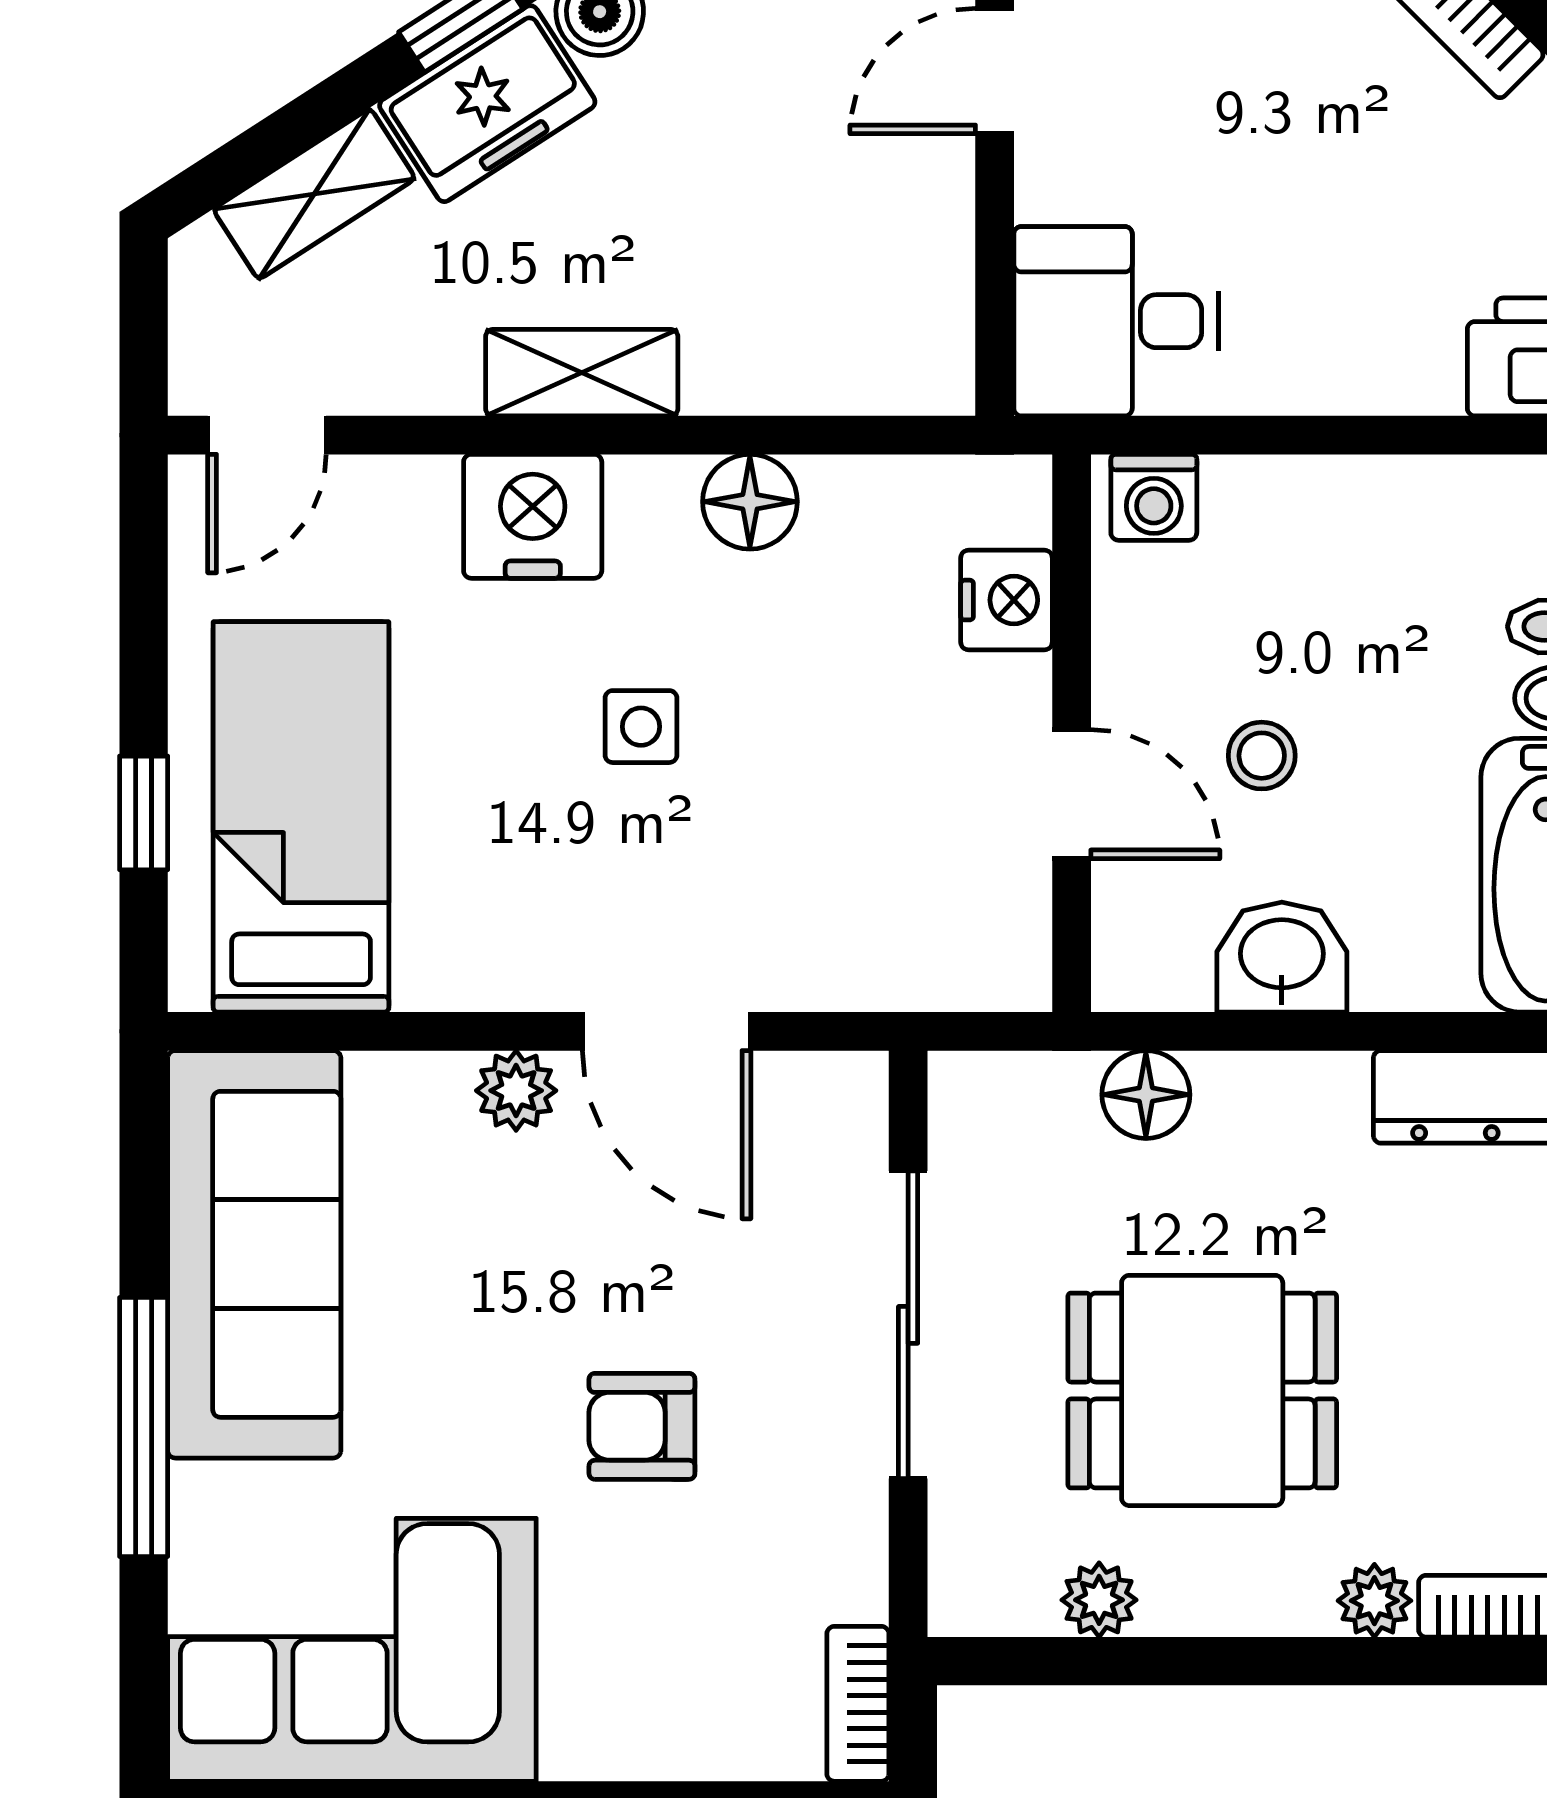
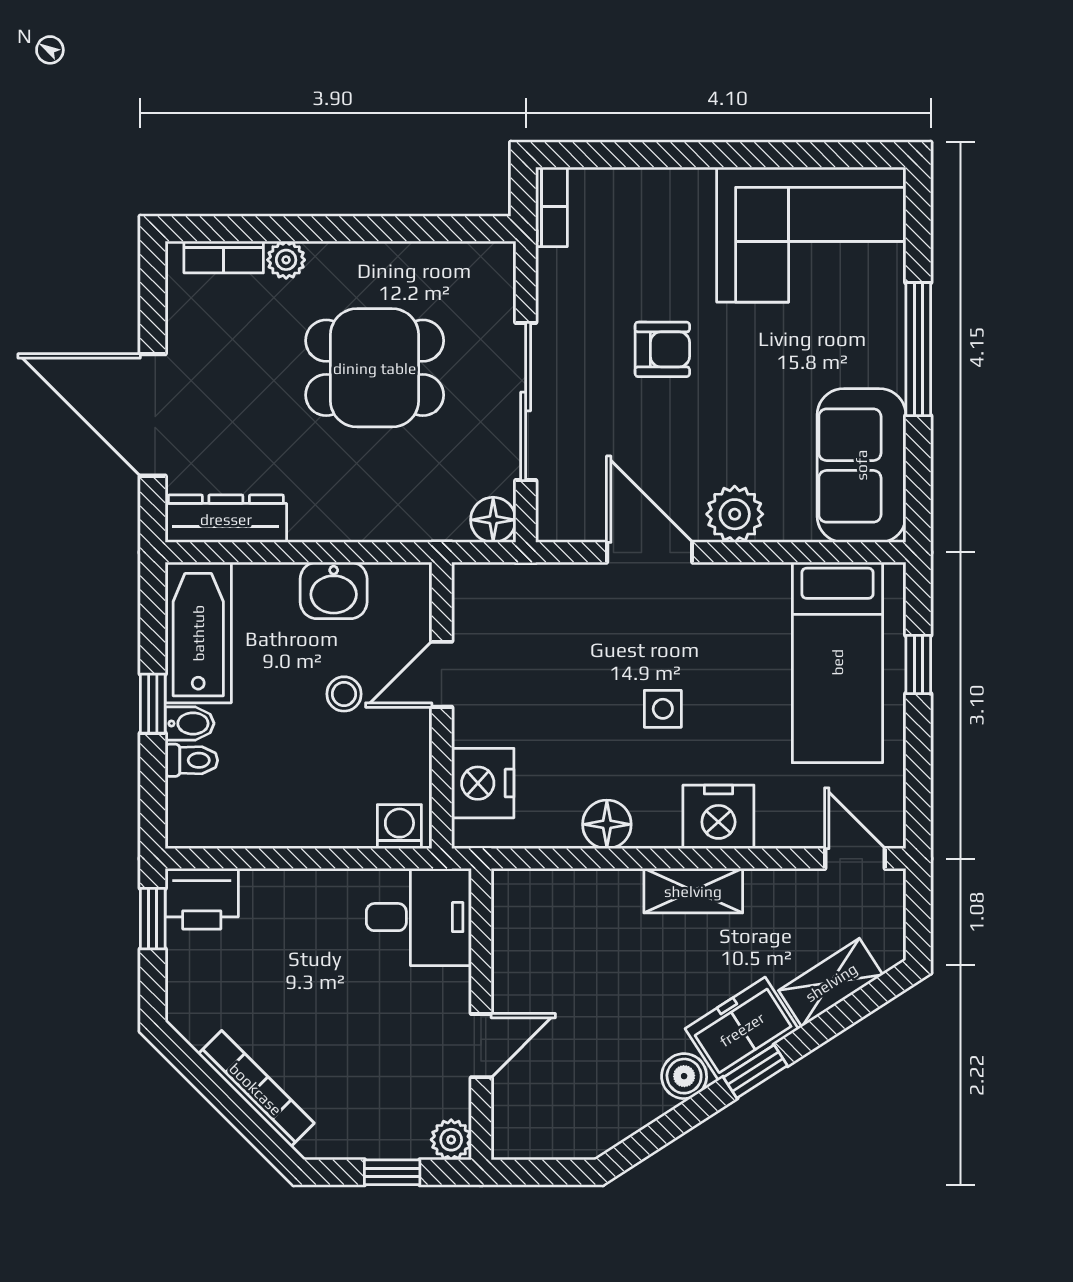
door: (267, 435) -> (855, 859), hinge flipped
nightstand: (1006, 600) -> (483, 783), width x1.36, depth x1.33
door: (1072, 794) -> (442, 674), hinge flipped
plant: (516, 1091) -> (735, 514), width x1.38, depth x1.38
floor lamp: (1146, 1095) -> (493, 520), moved
sofa: (254, 1254) -> (861, 465), width x0.73
plant: (1099, 1600) -> (428, 260), removed

